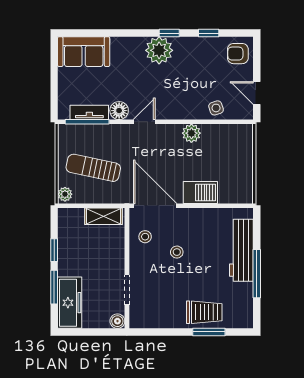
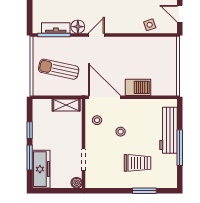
plant: (191, 133) -> (131, 44), removed
plant: (65, 194) -> (38, 89), removed
trolley: (204, 312) -> (138, 163), moved

